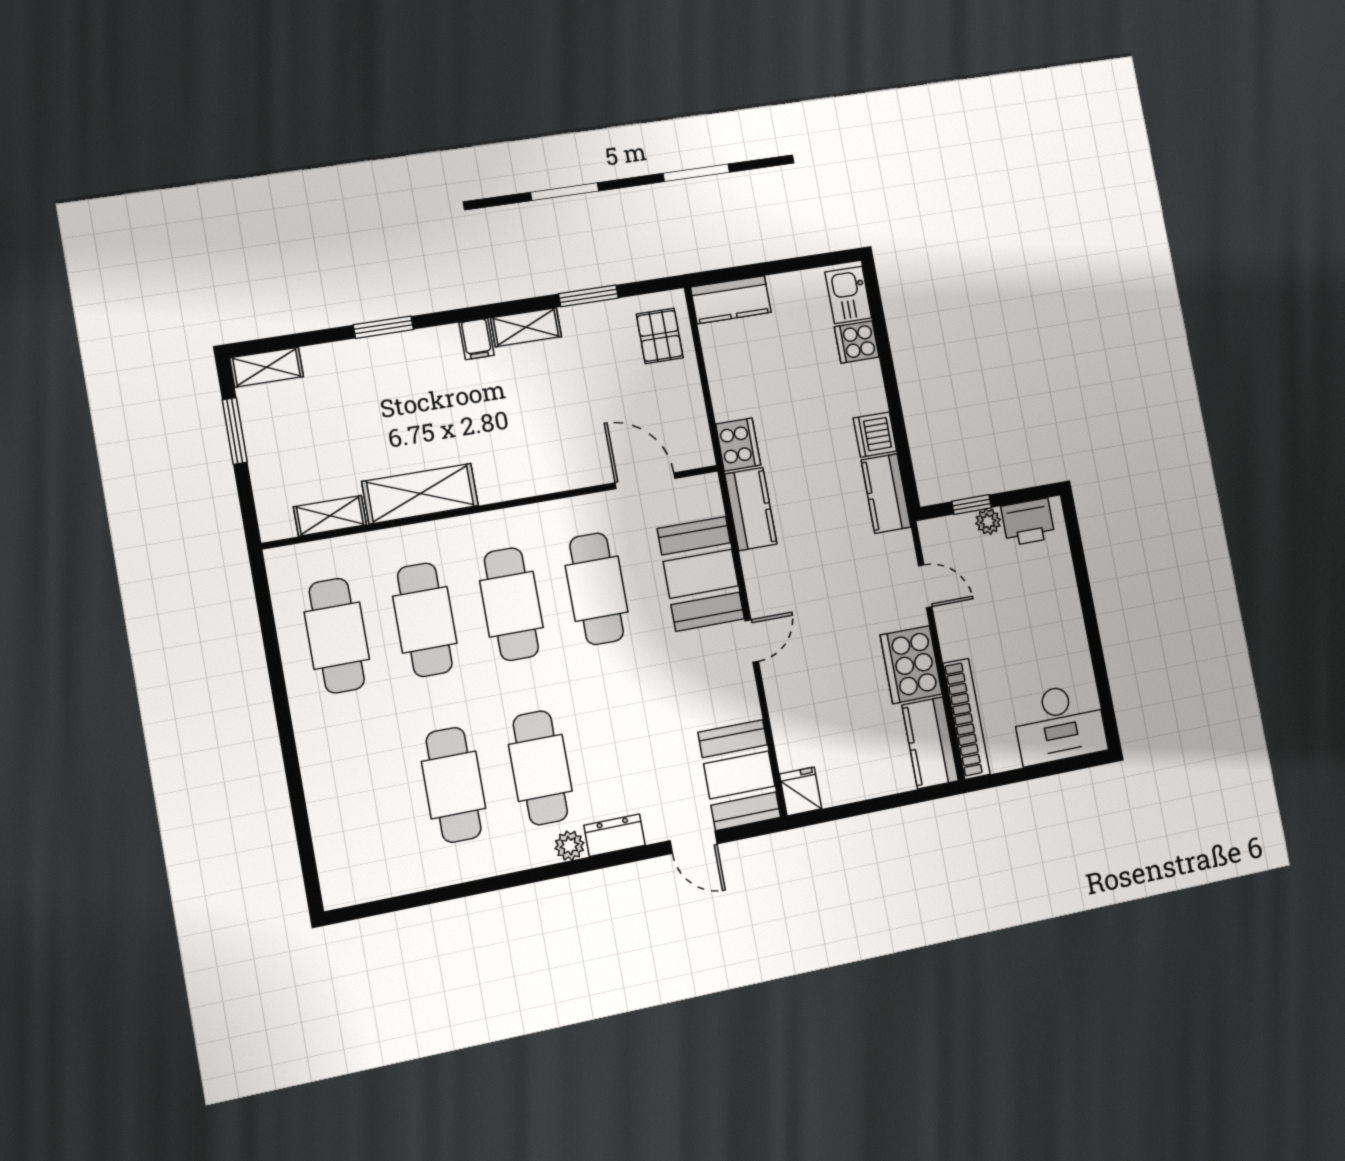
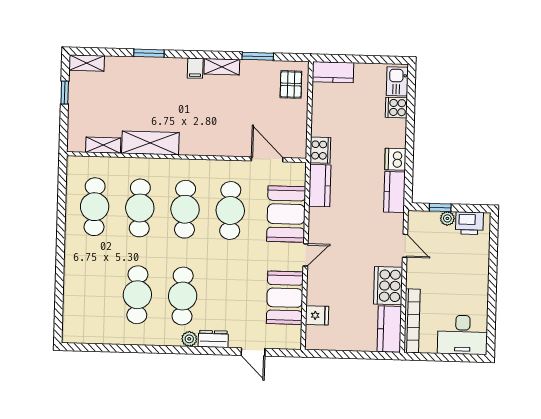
window: (235, 431) -> (65, 93), width x0.67
booth: (739, 775) -> (285, 298), moved
fridge: (801, 791) -> (317, 315), moved, turned 90

